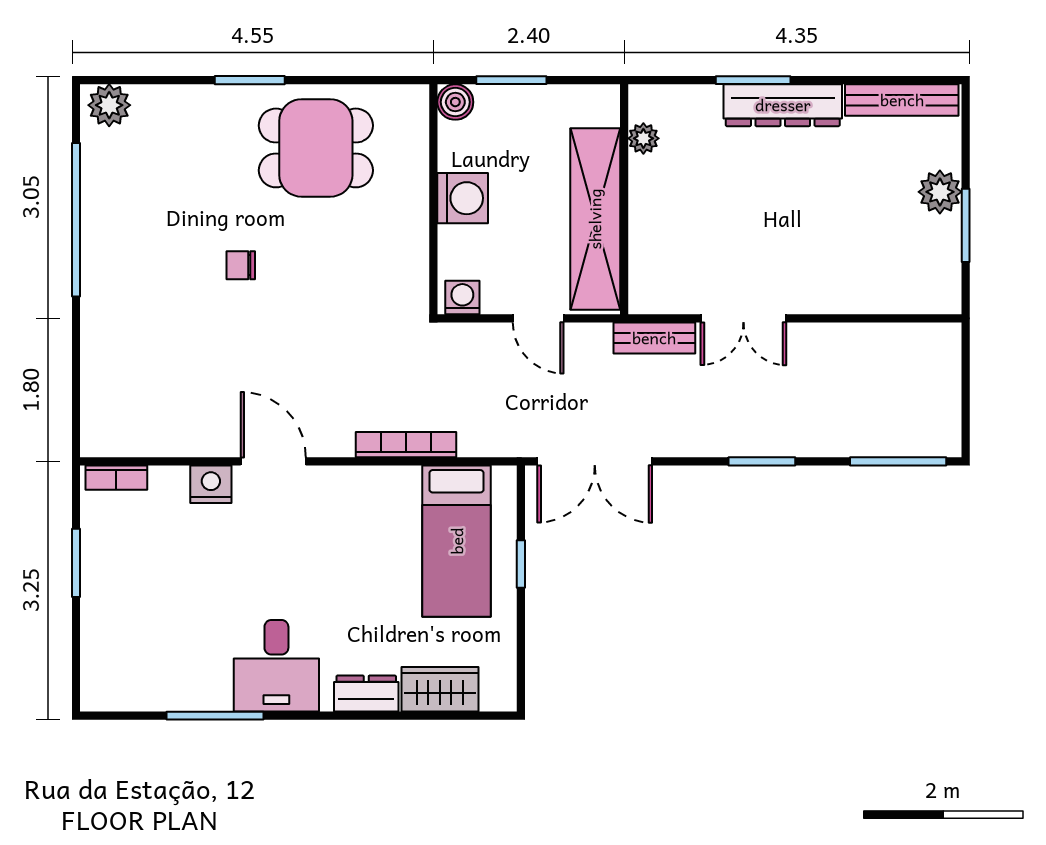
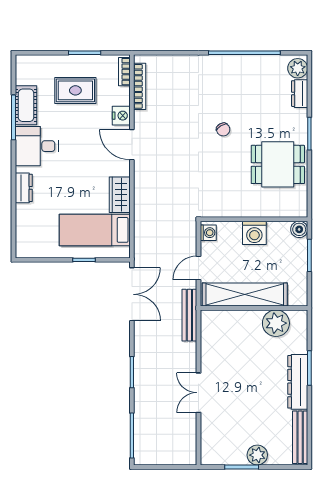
dresser: (164, 101) -> (300, 94), added
plant: (643, 138) -> (276, 323), width x1.88, depth x1.88
dining table: (316, 148) -> (278, 164), turned 90
chair: (241, 265) -> (223, 129), turned 149
double door: (743, 318) -> (198, 393), moved
bench: (654, 338) -> (189, 315), width x1.36
bookcase: (406, 445) -> (140, 86), moved
door: (273, 461) -> (132, 145), swing flipped
double door: (595, 461) -> (132, 294), swing flipped
rug: (157, 583) -> (75, 90), added
cot: (189, 689) -> (26, 105), added
wardrobe: (440, 689) -> (120, 195), moved, turned 180

